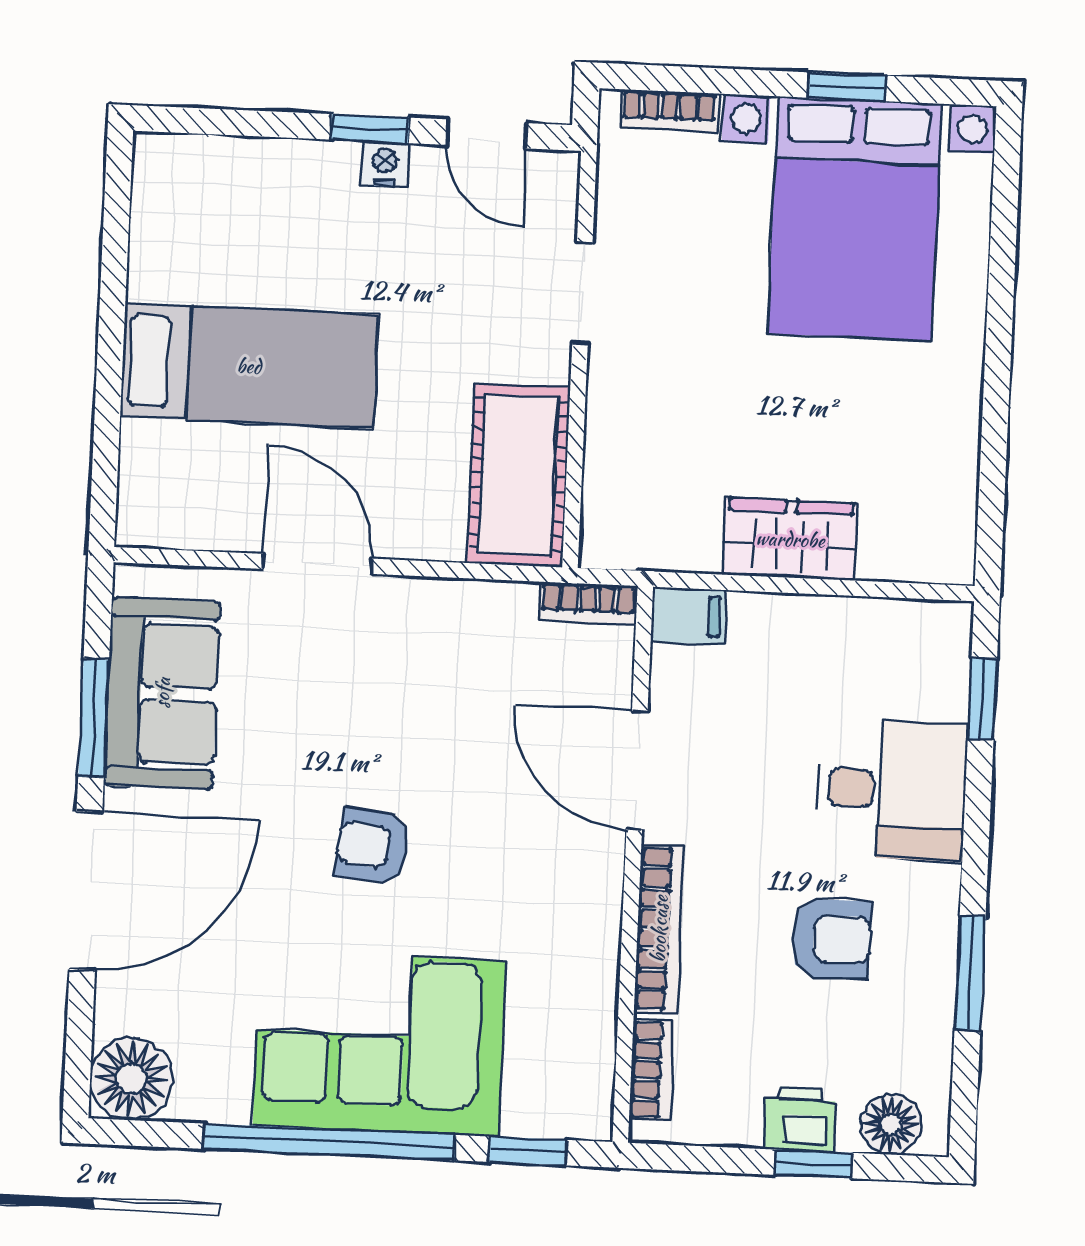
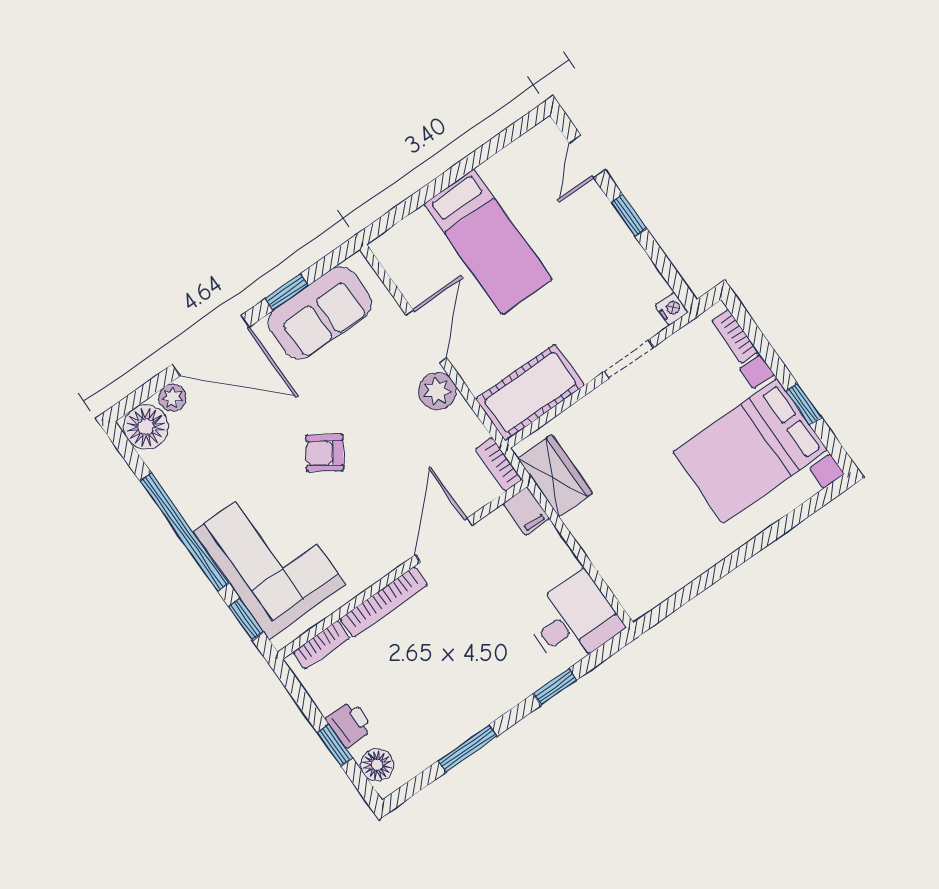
door: (487, 134) -> (587, 156), moved
nightstand: (385, 164) -> (672, 309), moved
wardrobe: (790, 539) -> (555, 476), moved
plant: (411, 610) -> (437, 391), added
window: (982, 699) -> (555, 687), moved
window: (94, 718) -> (287, 292), width x0.67
desk: (891, 790) -> (573, 620), moved, turned -90
armchair: (373, 846) -> (325, 453), turned -63
armchair: (831, 939) -> (436, 678), removed
plant: (119, 1007) -> (172, 398), added
corner sofa: (380, 1043) -> (269, 558), moved

